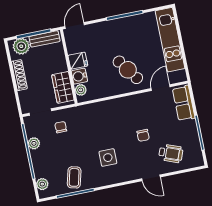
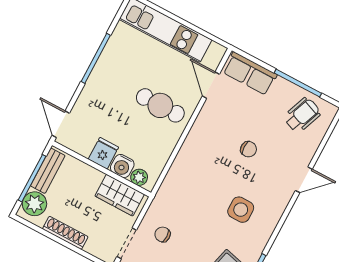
cafe table: (128, 70) -> (160, 105), turned 36
wheelchair: (171, 153) -> (302, 115), moved

